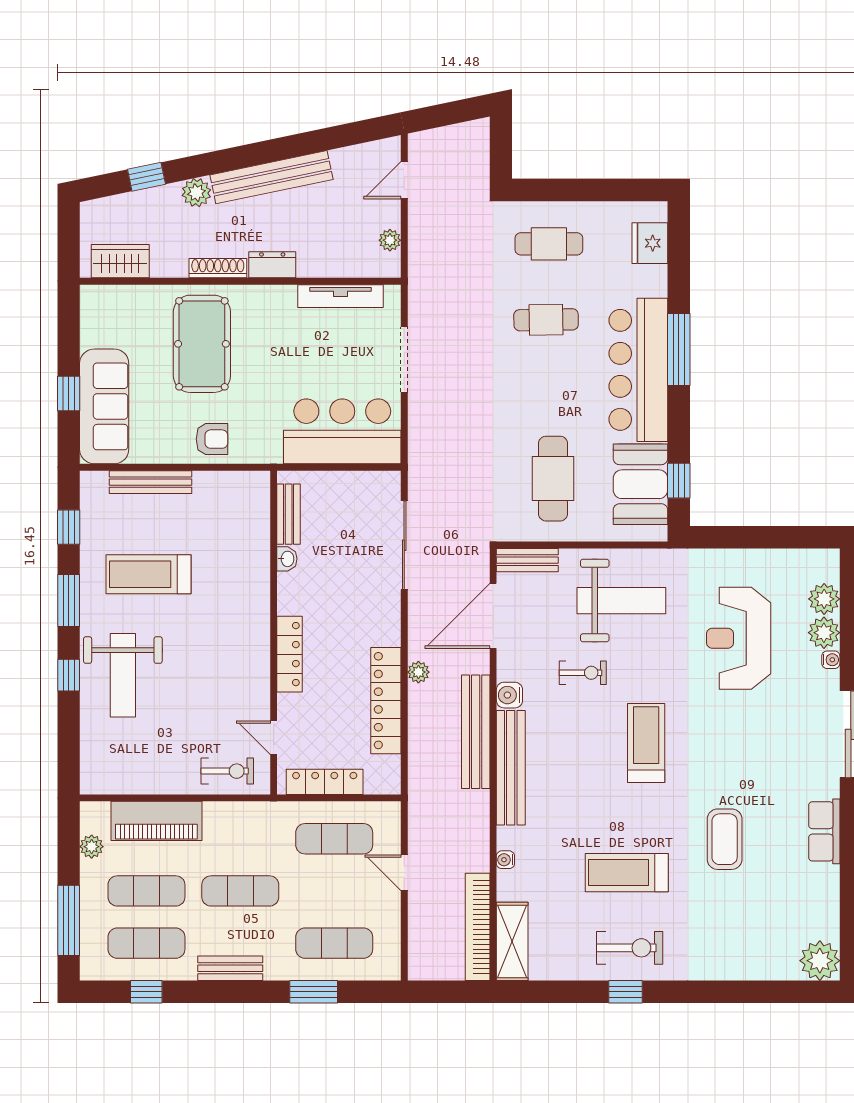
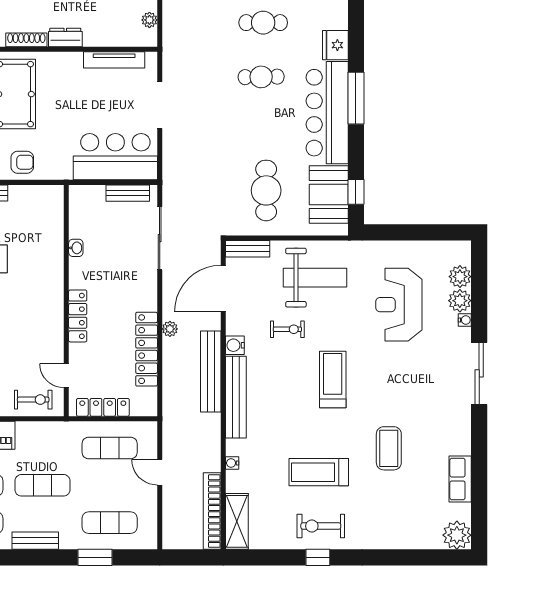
fridge: (650, 243) -> (335, 45), moved
bench: (289, 514) -> (128, 193), moved, turned 90
row of seats: (824, 831) -> (460, 479), moved
exercise bike: (630, 948) -> (321, 526), turned 180

